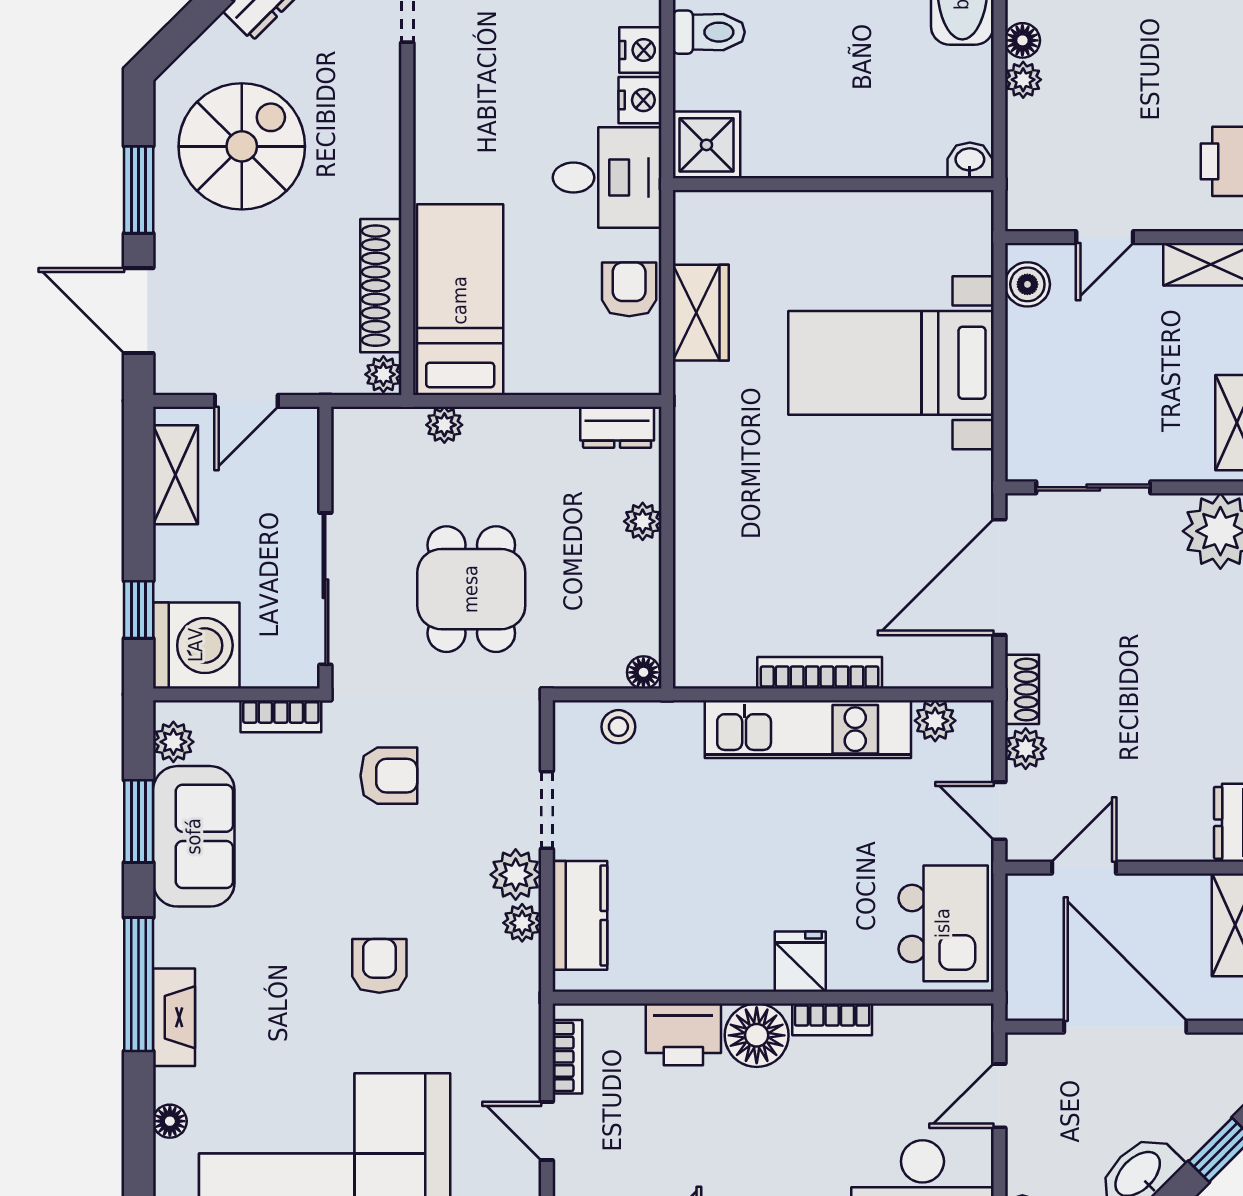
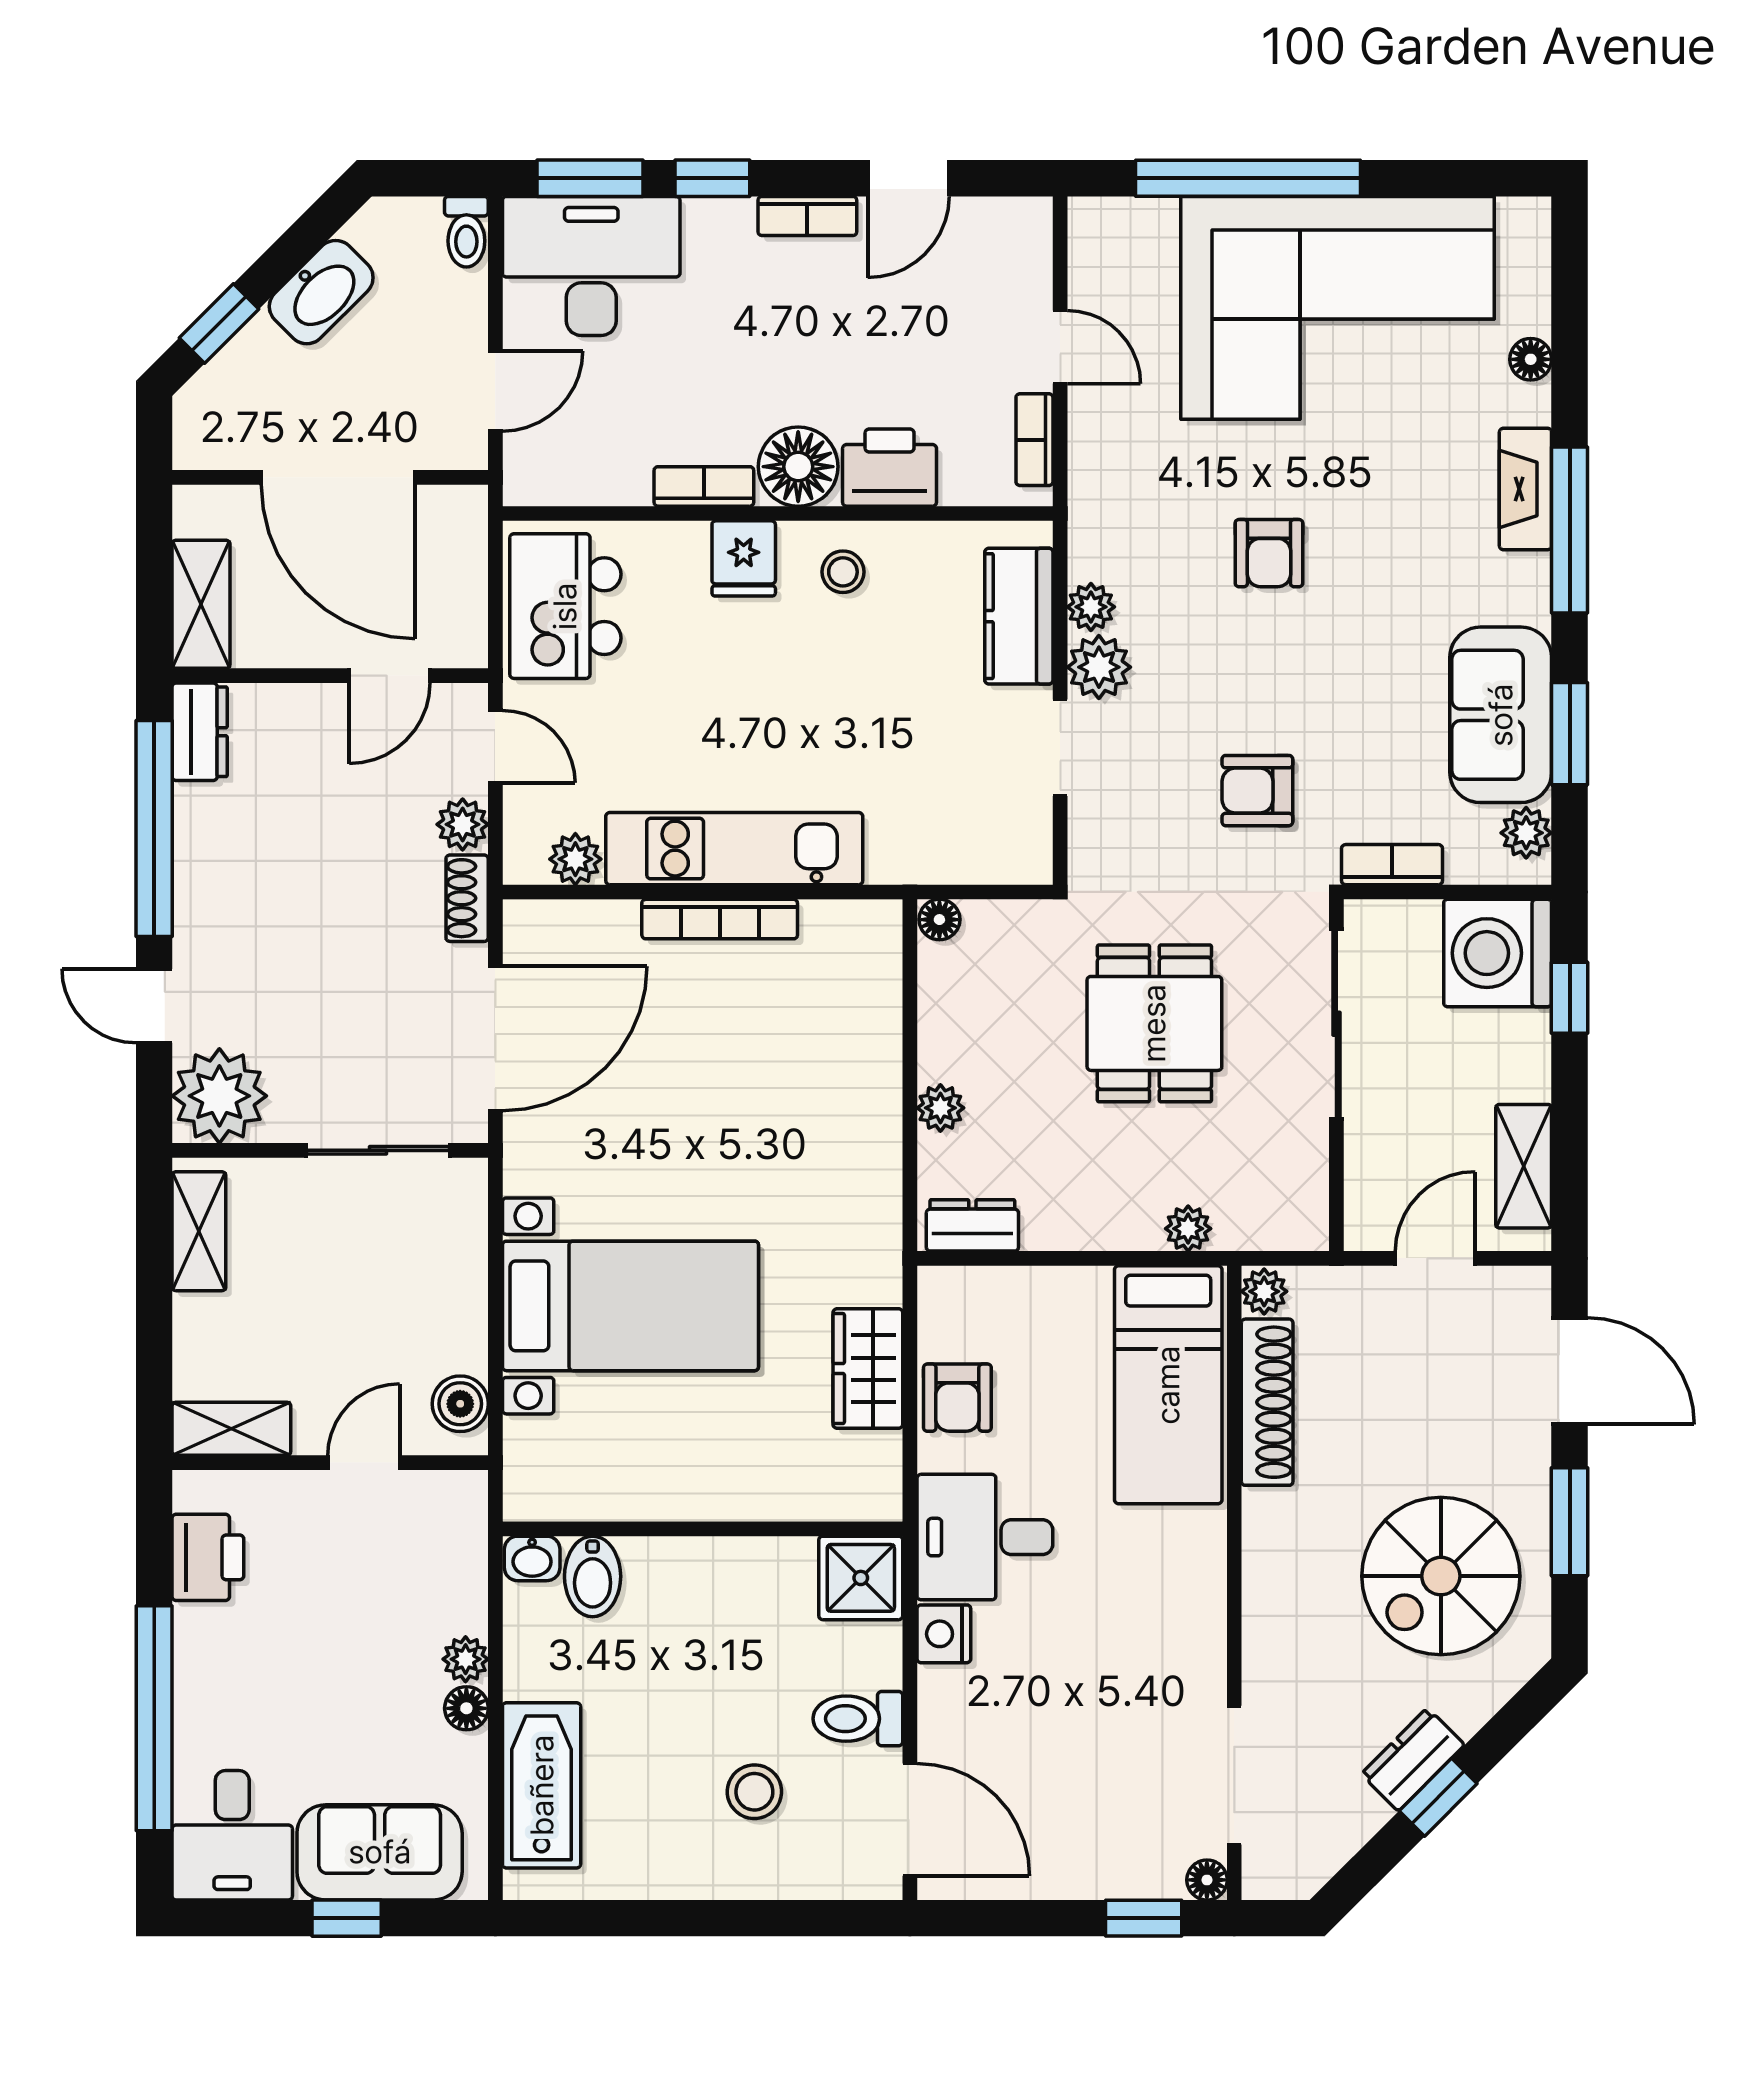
nightstand: (640, 50) -> (943, 1696), removed
bidet: (921, 146) -> (593, 1576), added
stool: (618, 727) -> (843, 572), moved

